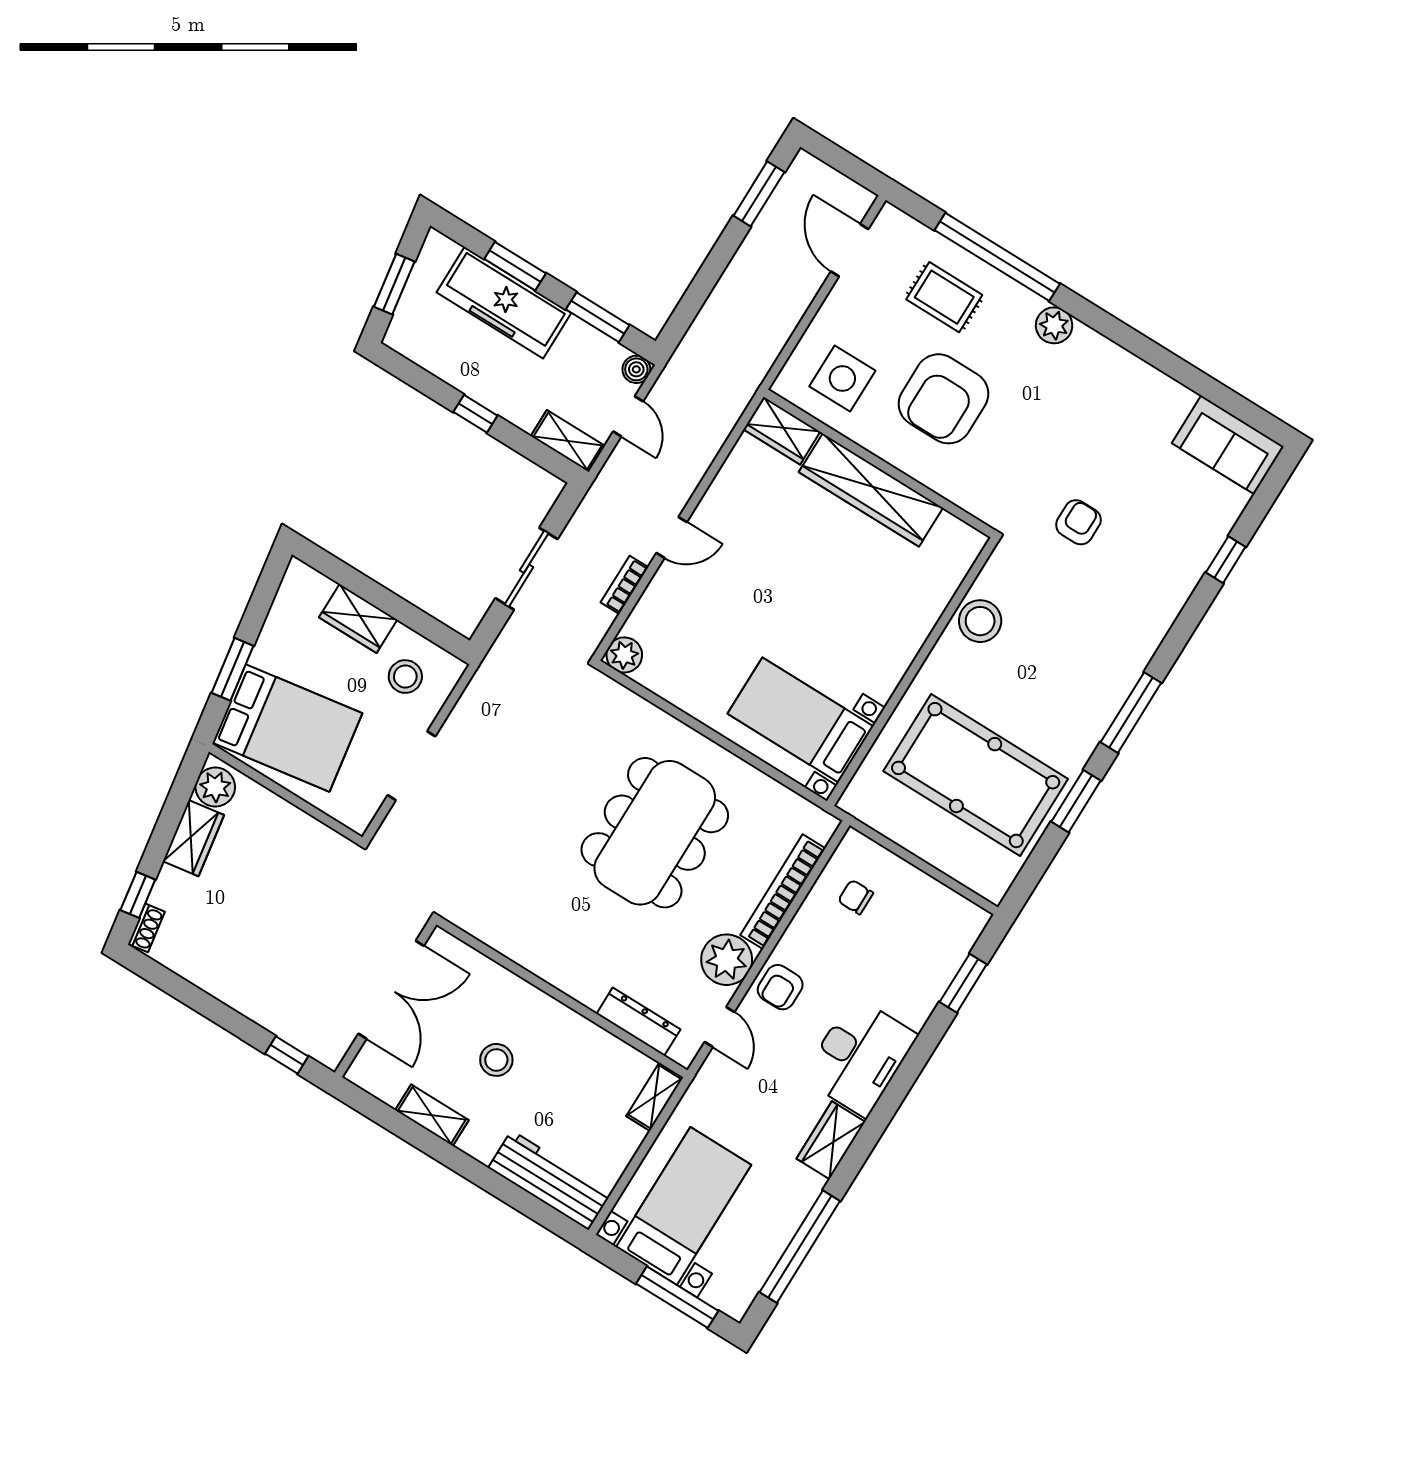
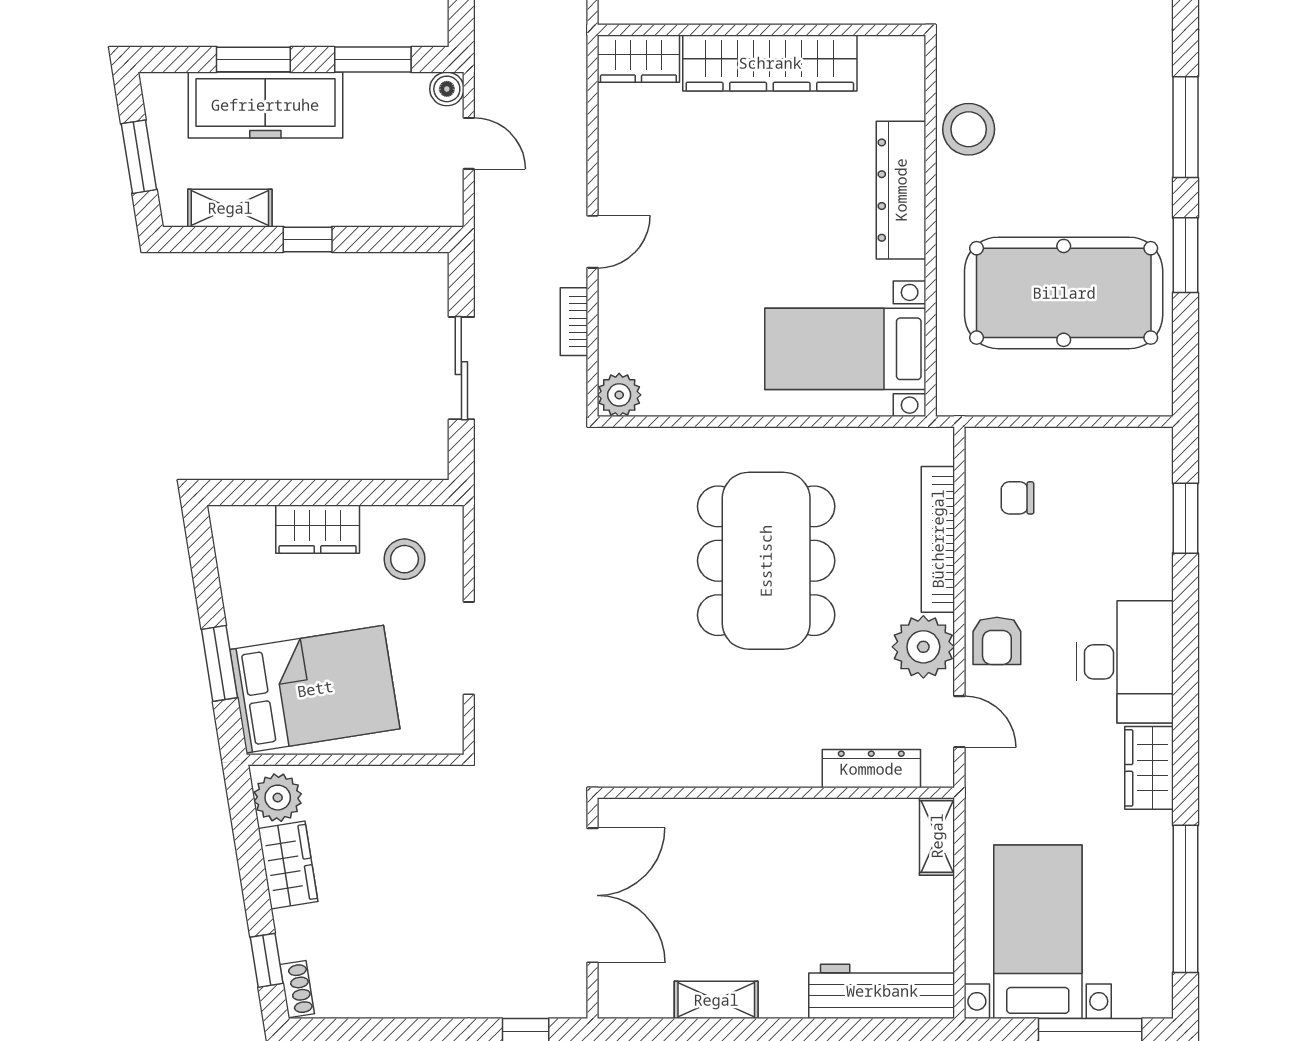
shelving: (568, 441) -> (230, 208), moved
dresser: (907, 634) -> (901, 190), added
stool: (496, 1060) -> (748, 901), removed

